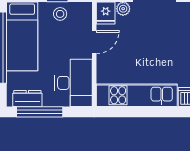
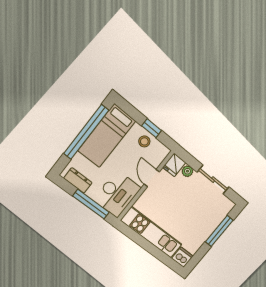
door: (94, 42) -> (152, 178), swing flipped
window: (40, 112) -> (91, 204), moved

